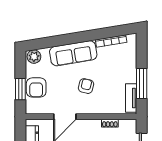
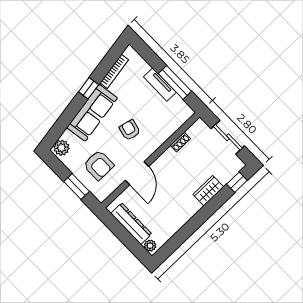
window: (86, 36) -> (89, 88), added
armchair: (36, 87) -> (99, 165), moved
tv unit: (131, 98) -> (160, 85), moved

